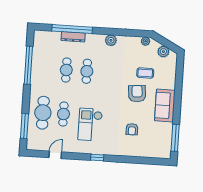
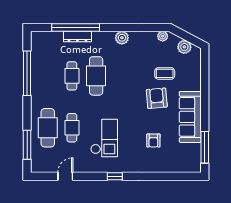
cafe table: (87, 71) -> (96, 76), width x1.37, depth x1.35
sofa: (165, 106) -> (190, 117), width x1.36
checkout: (90, 124) -> (104, 138), turned 180

